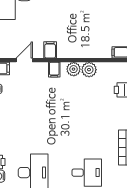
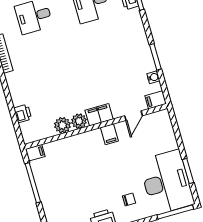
filing cabinet: (54, 70) -> (99, 115), width x2.00

